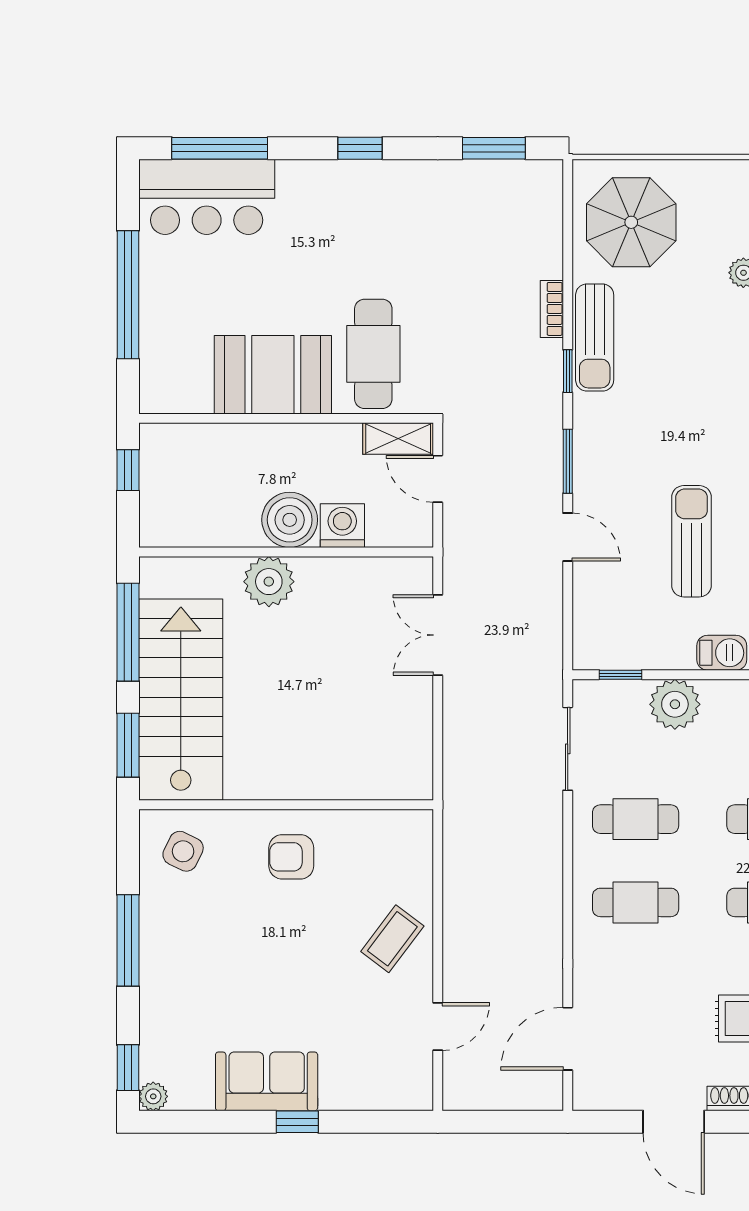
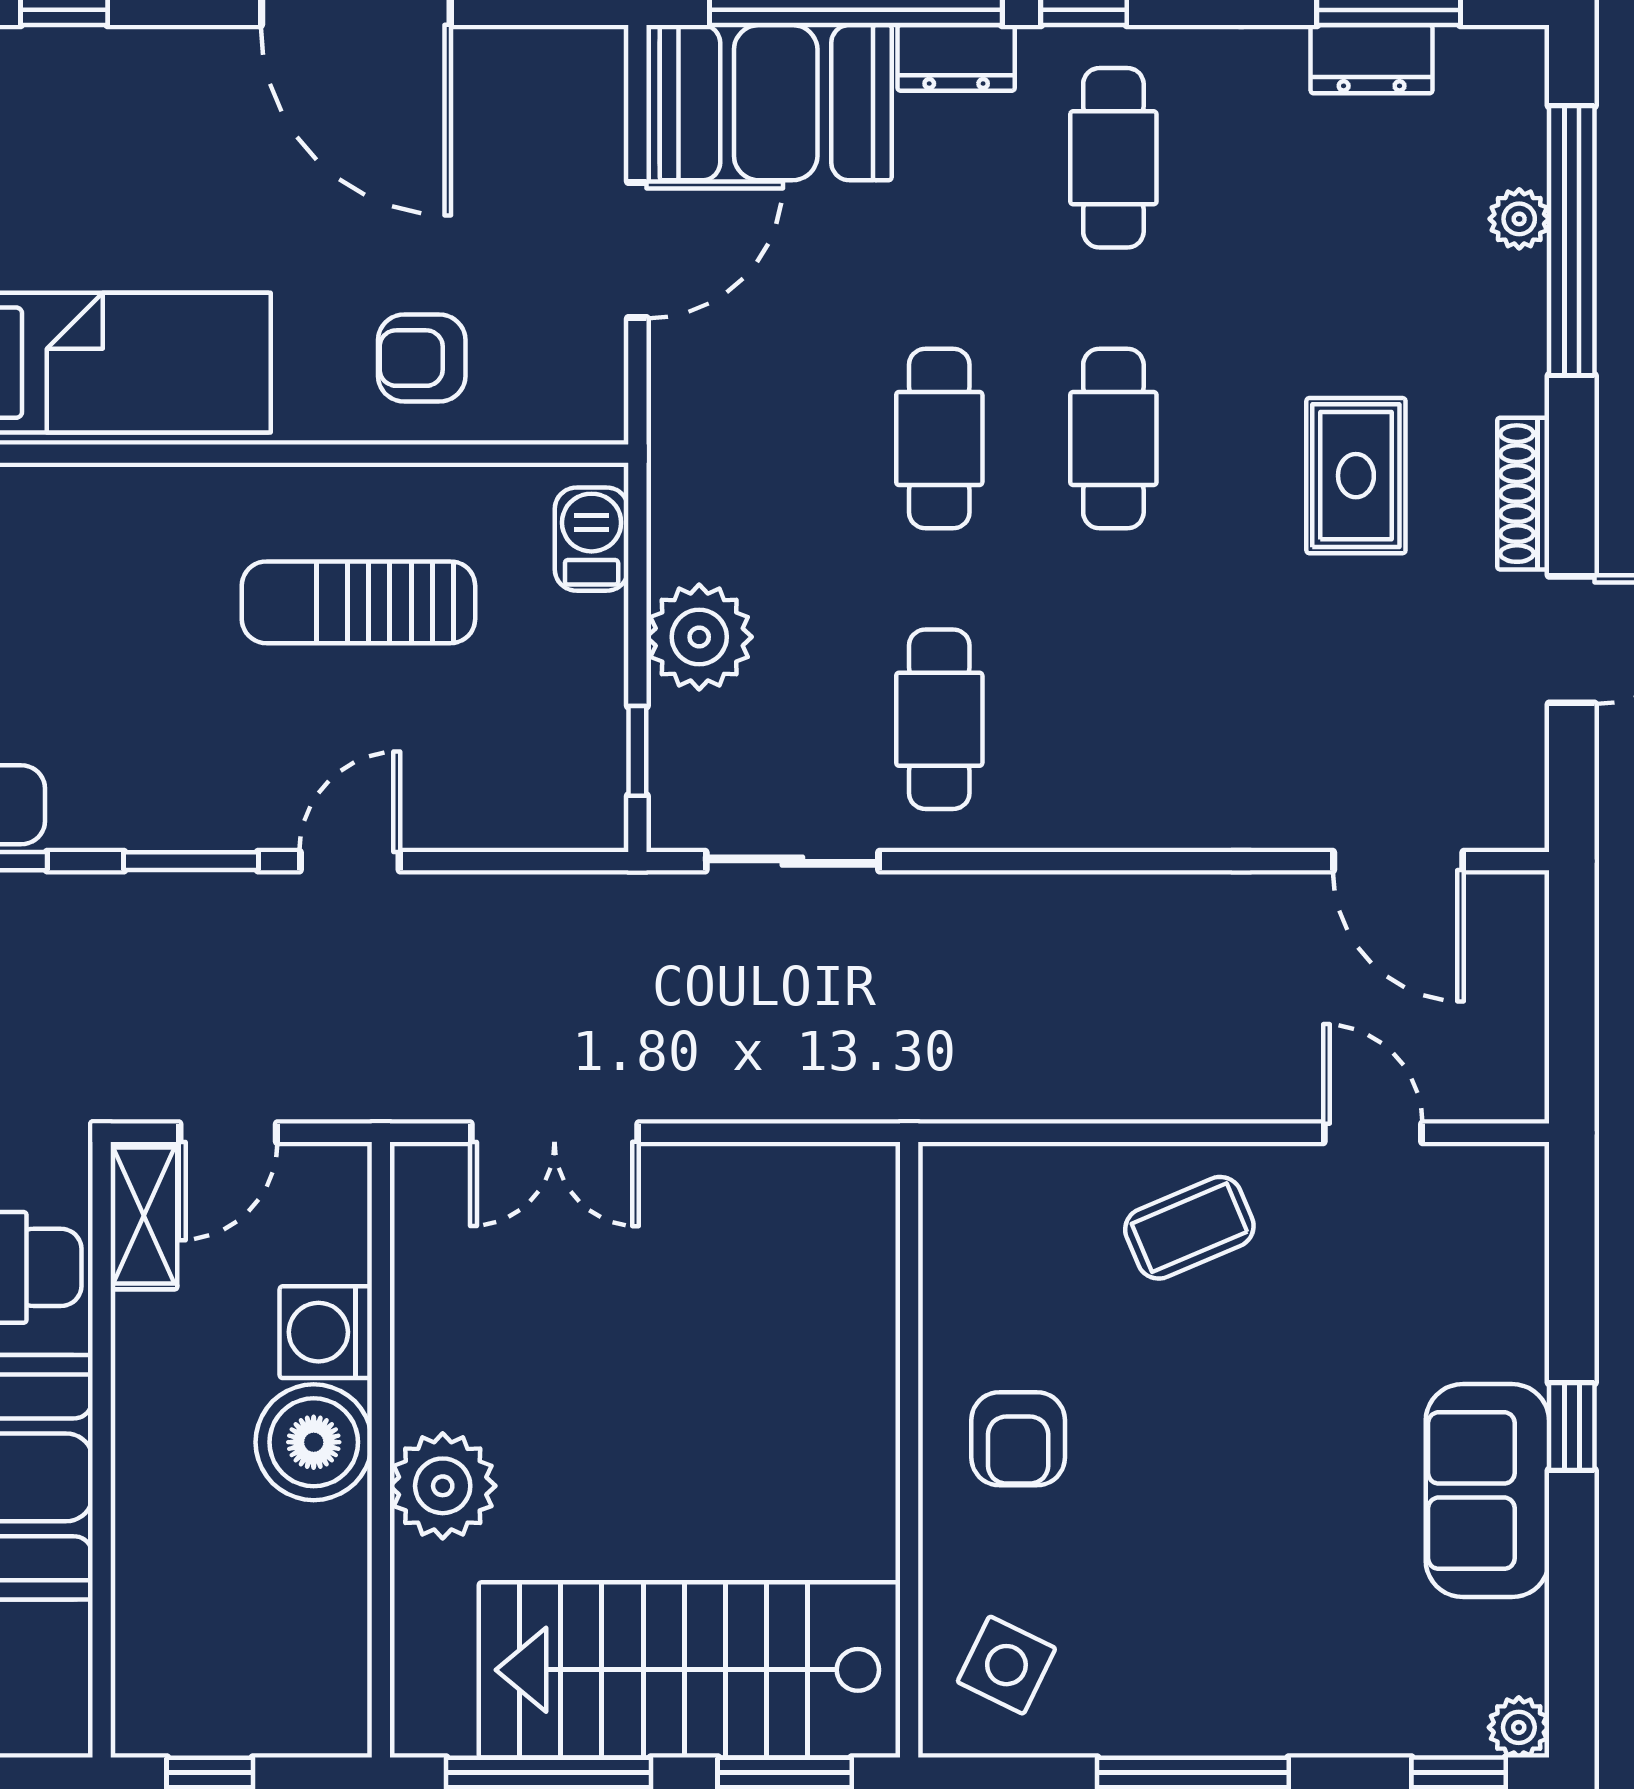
cafe table: (636, 902) -> (1113, 719), removed
coffee table: (392, 939) -> (1189, 1228), turned -60

